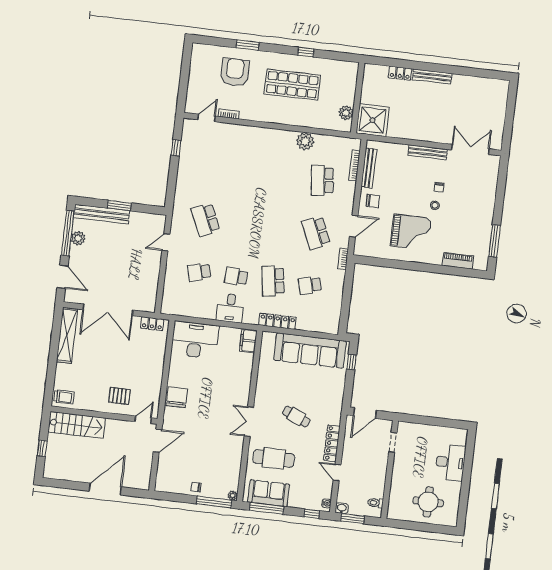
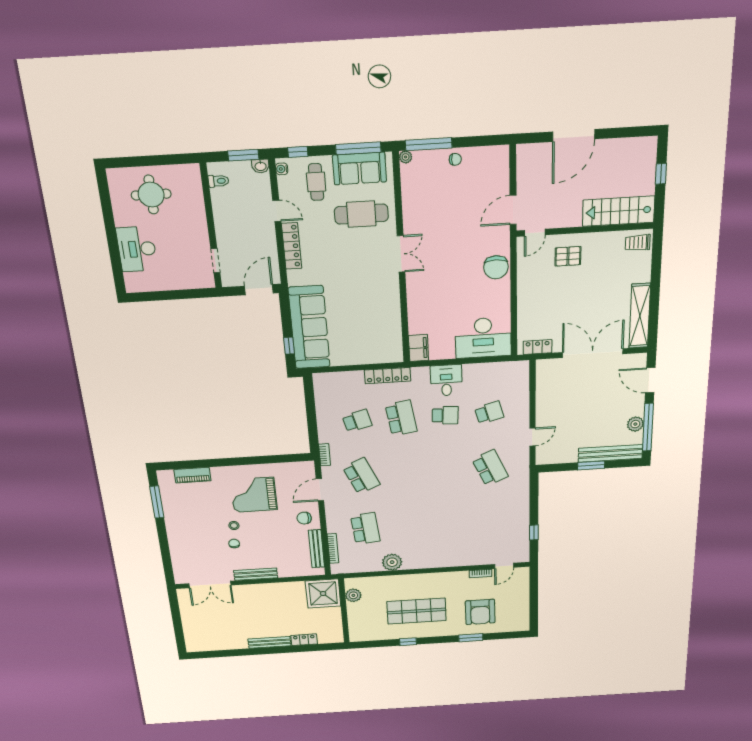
sofa: (310, 351) -> (309, 327), moved, turned 90
cafe table: (296, 417) -> (316, 182), moved, turned 66

